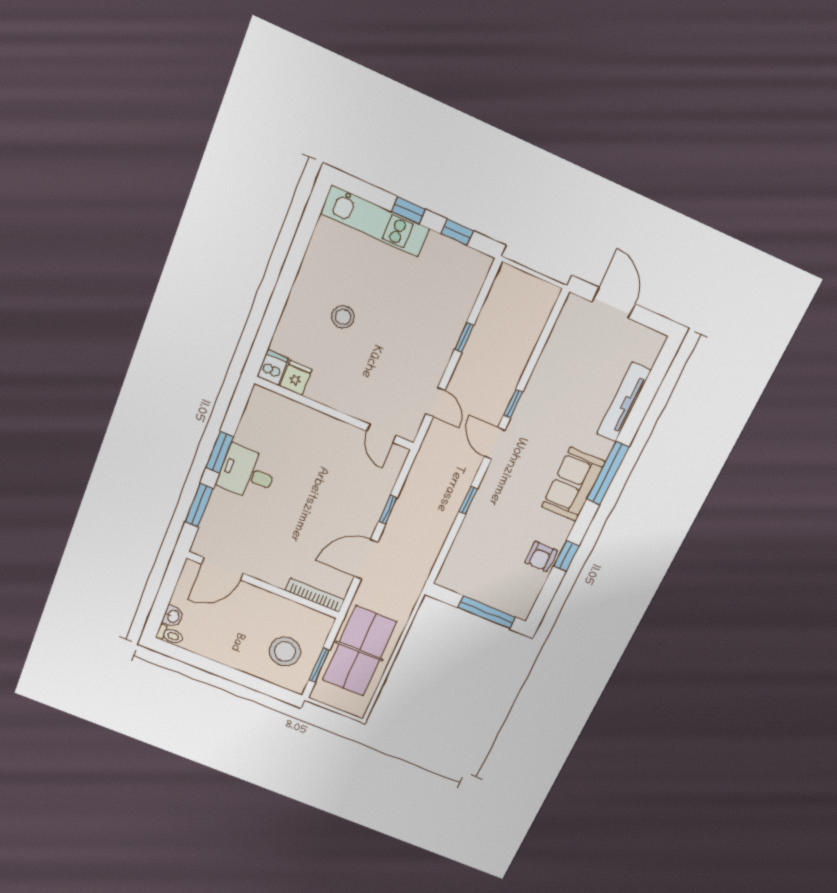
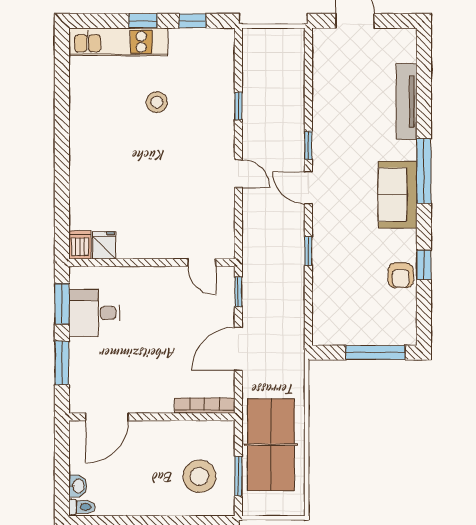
stool: (343, 317) -> (157, 102), moved
dishwasher: (273, 367) -> (80, 245), moved
fridge: (296, 378) -> (104, 245), moved
wall: (334, 413) -> (152, 263), moved
door: (381, 433) -> (202, 263), moved

